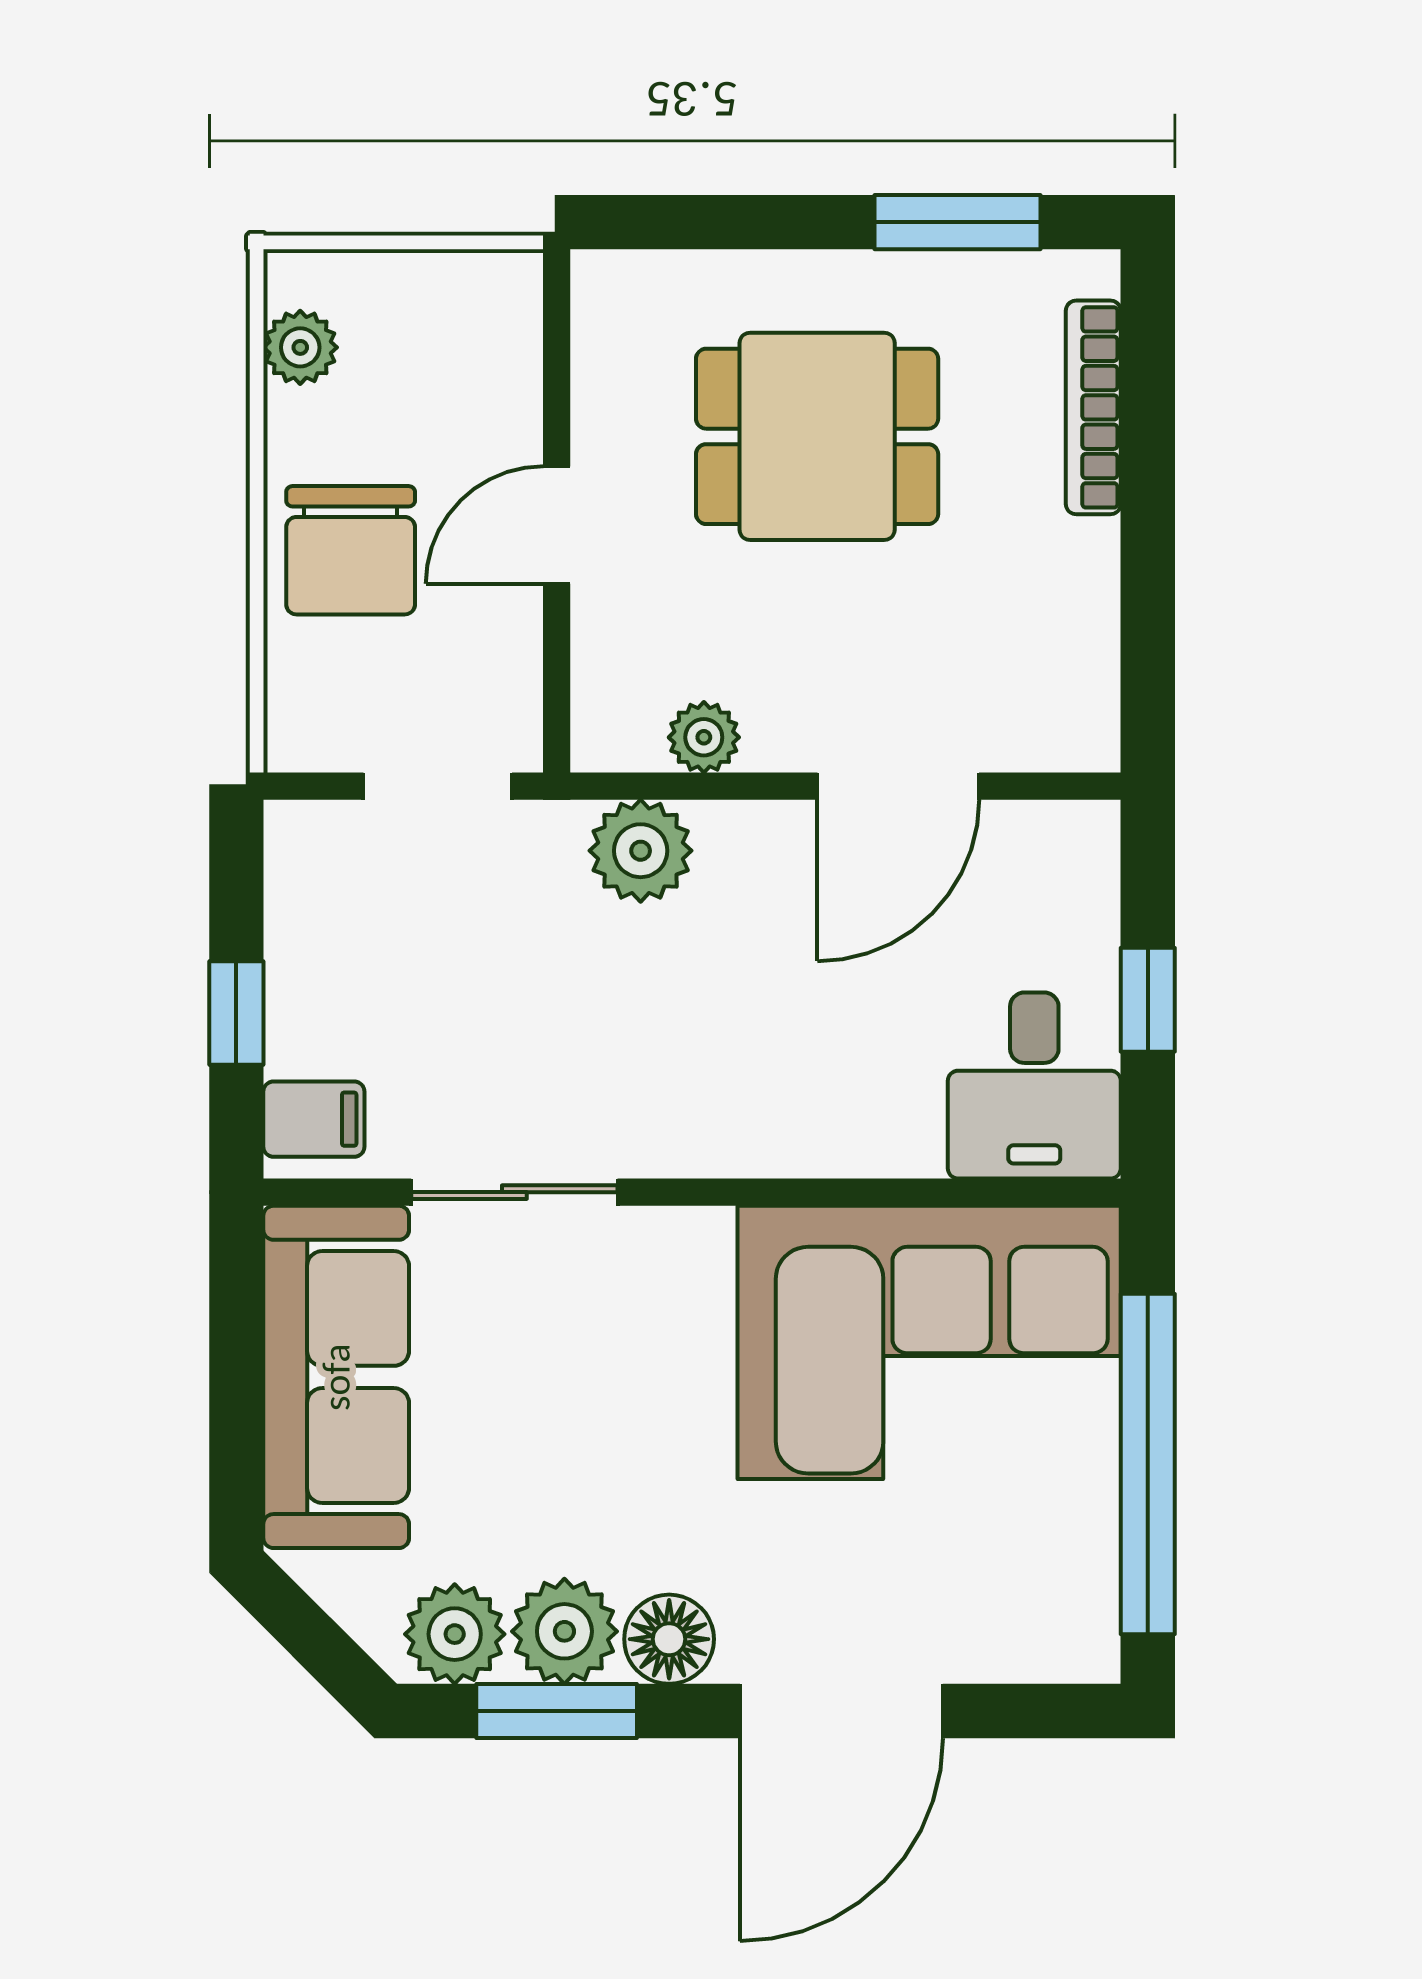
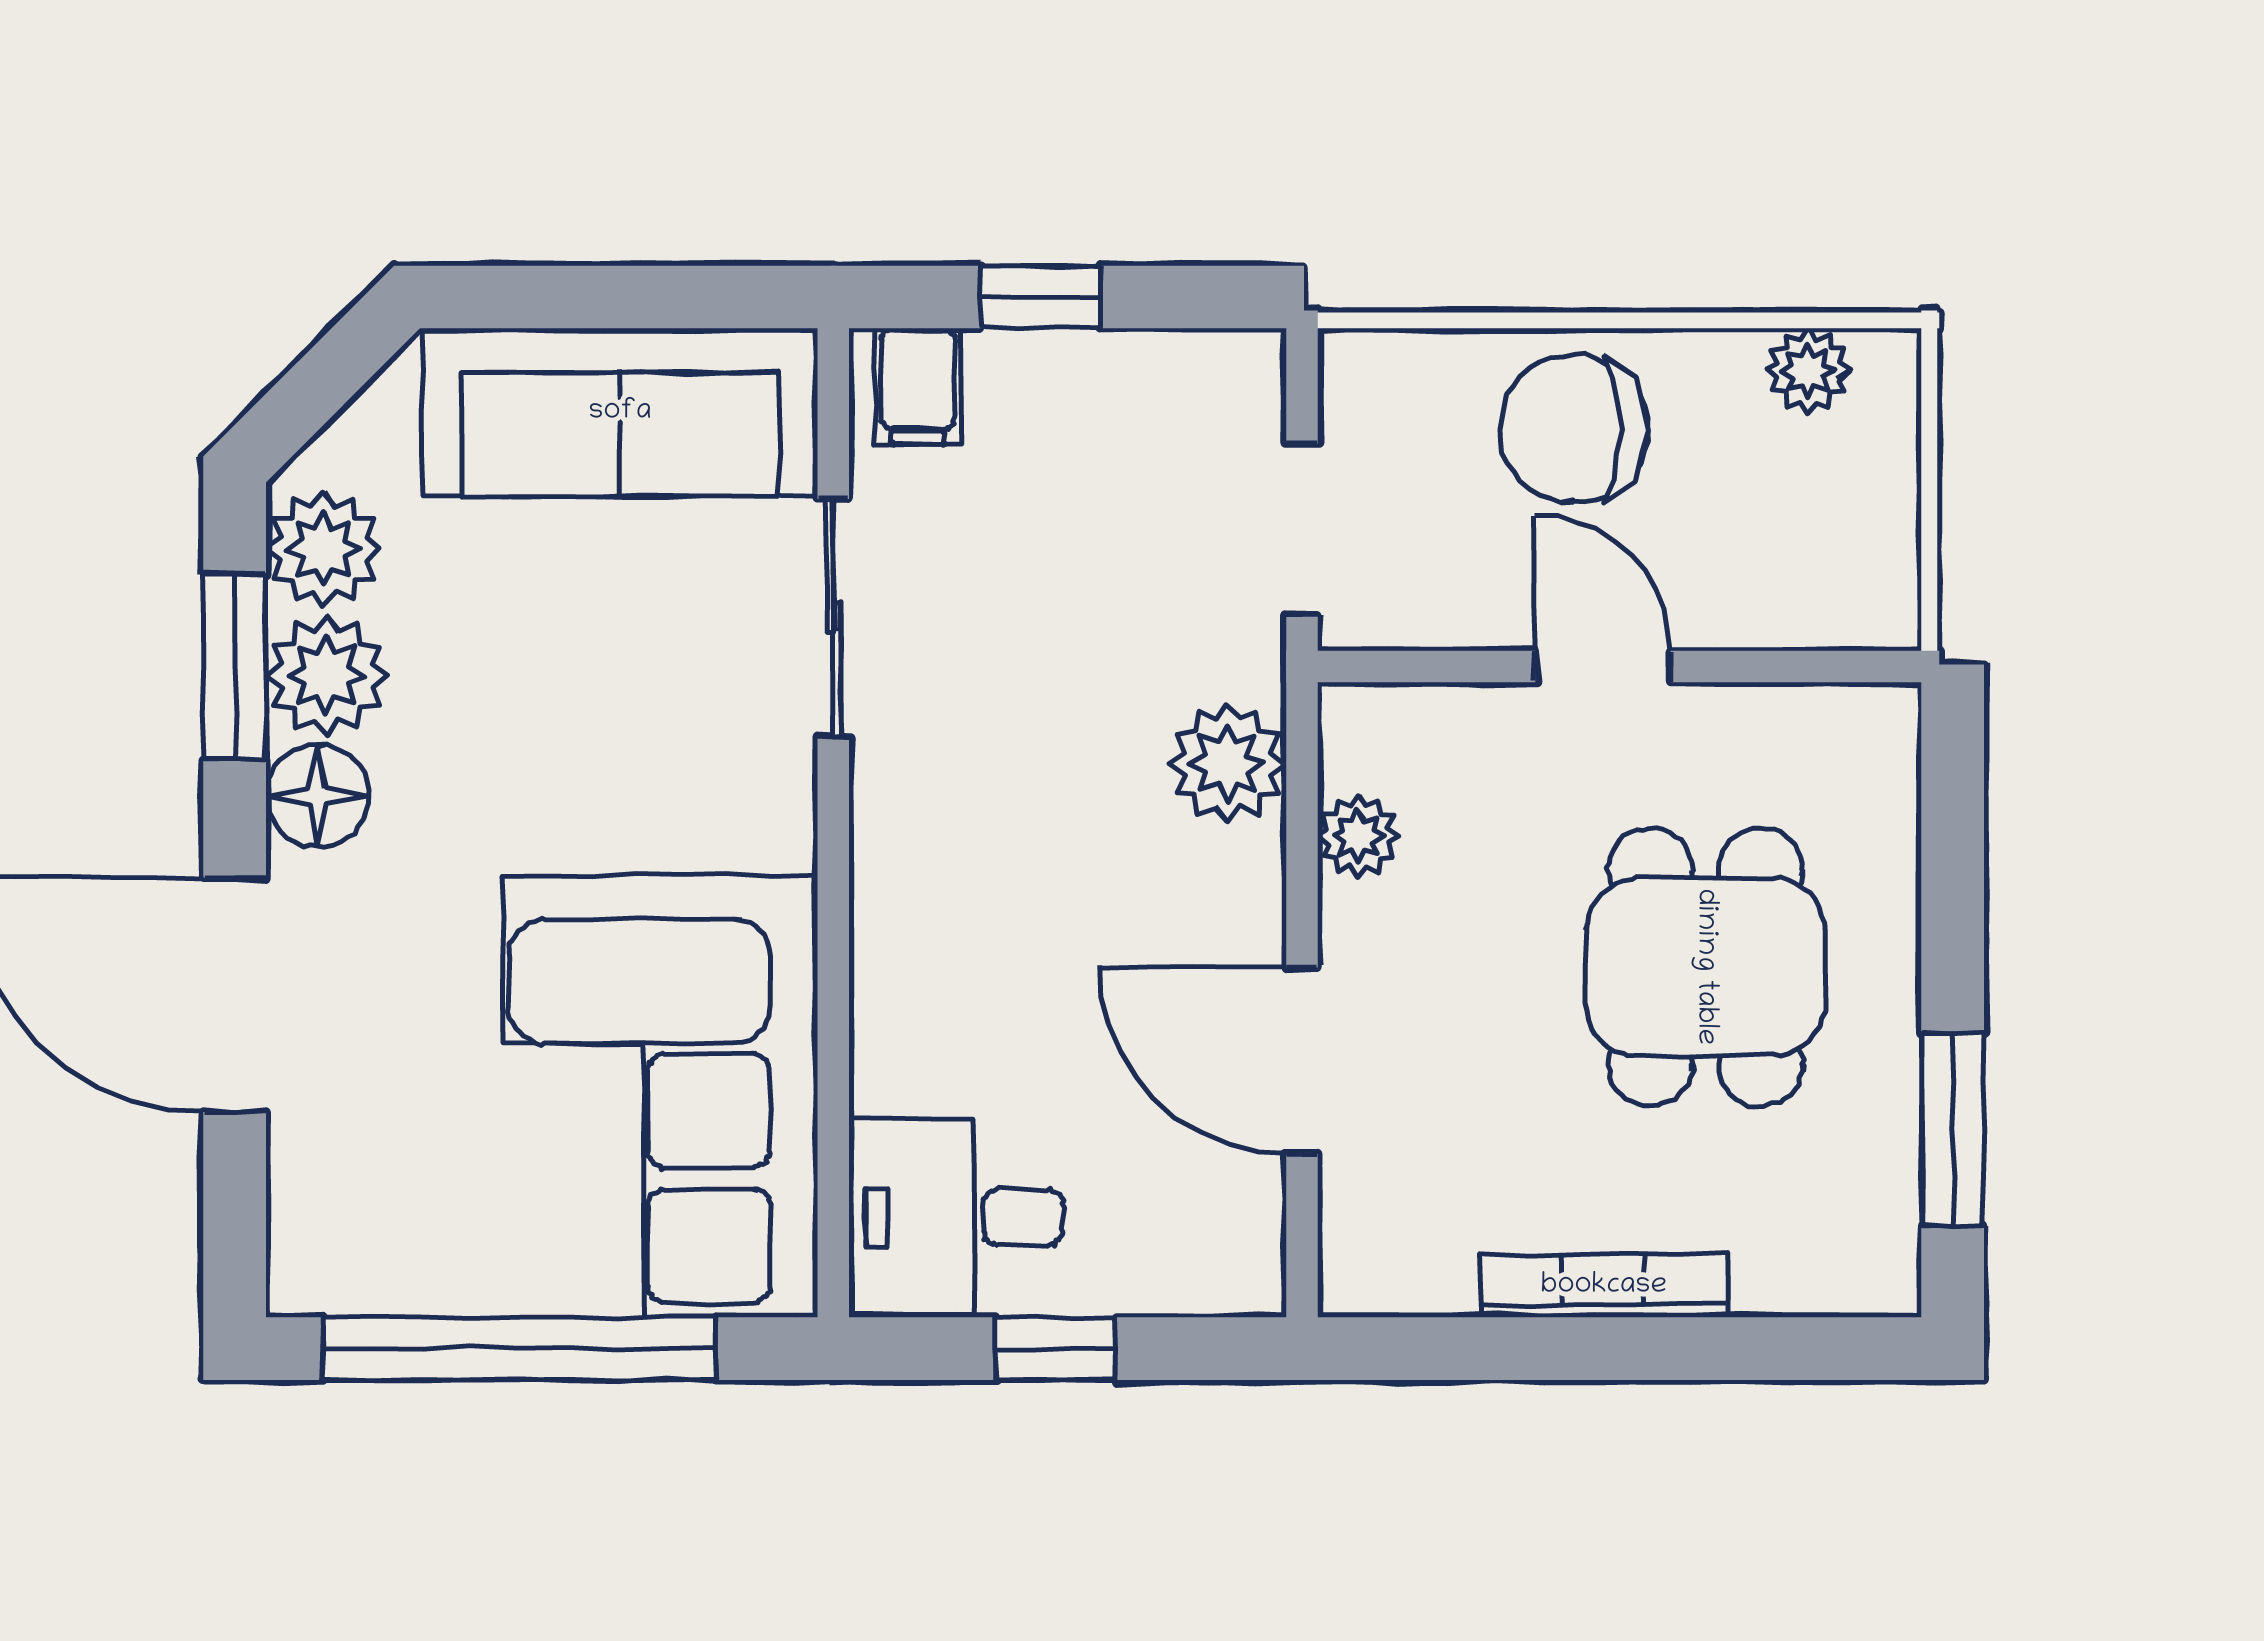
bookcase: (1093, 407) -> (1604, 1286), moved

